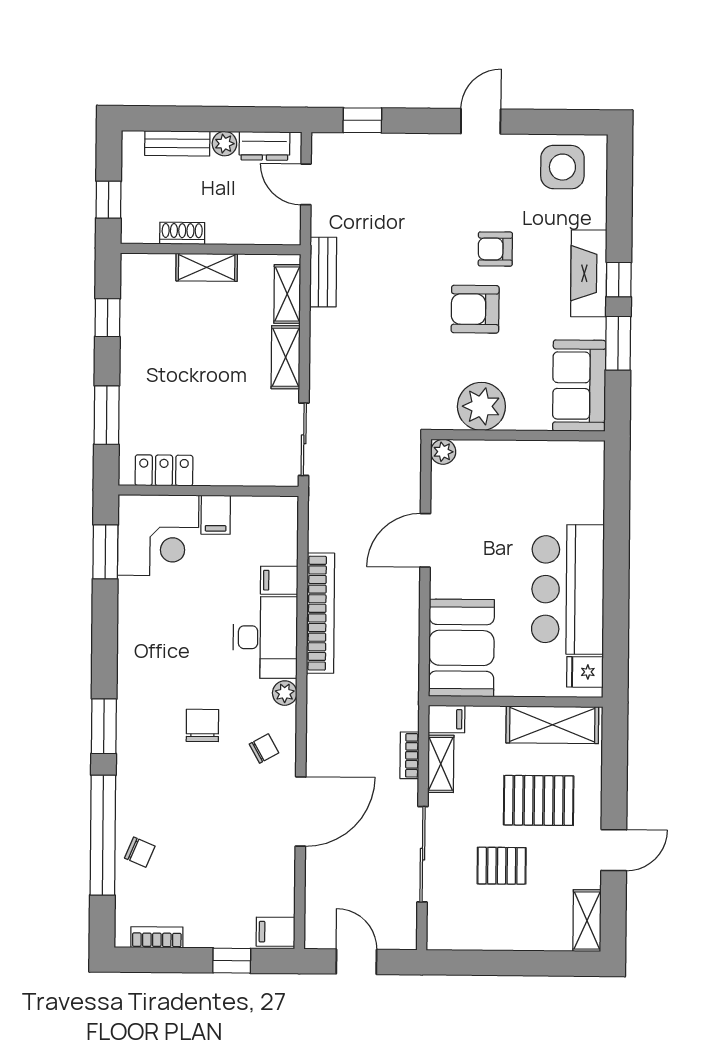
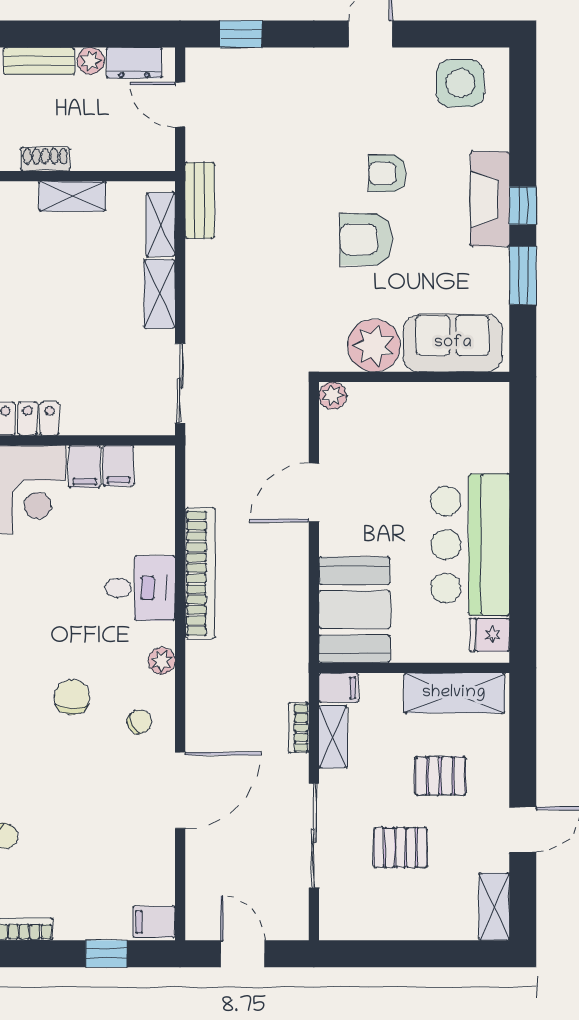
sofa: (579, 386) -> (453, 343), moved, turned 90
filing cabinet: (279, 580) -> (118, 466), moved, turned -90
desk: (265, 637) -> (140, 588), width x0.73
pallet: (539, 800) -> (440, 776), width x0.67, depth x0.71

